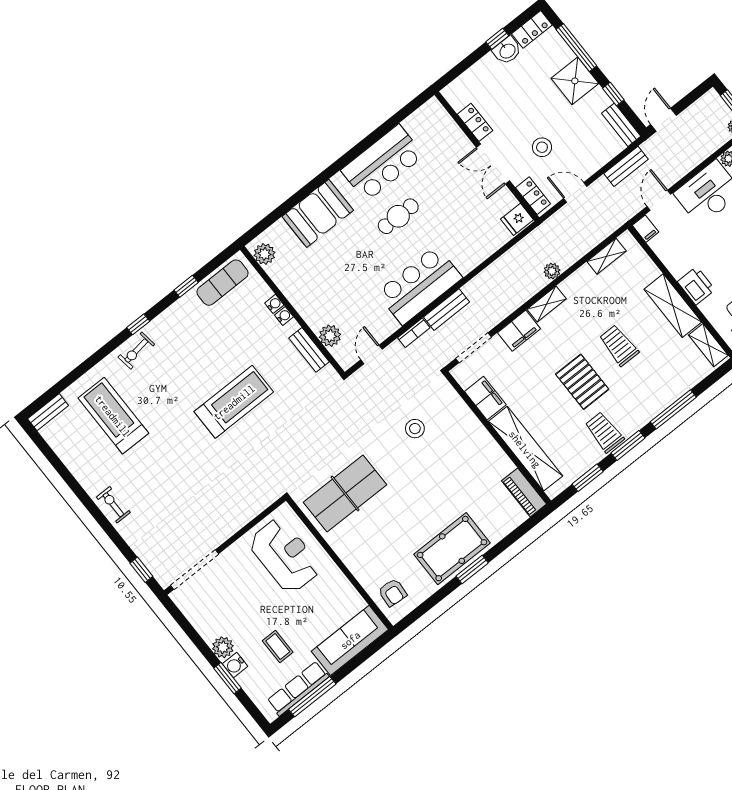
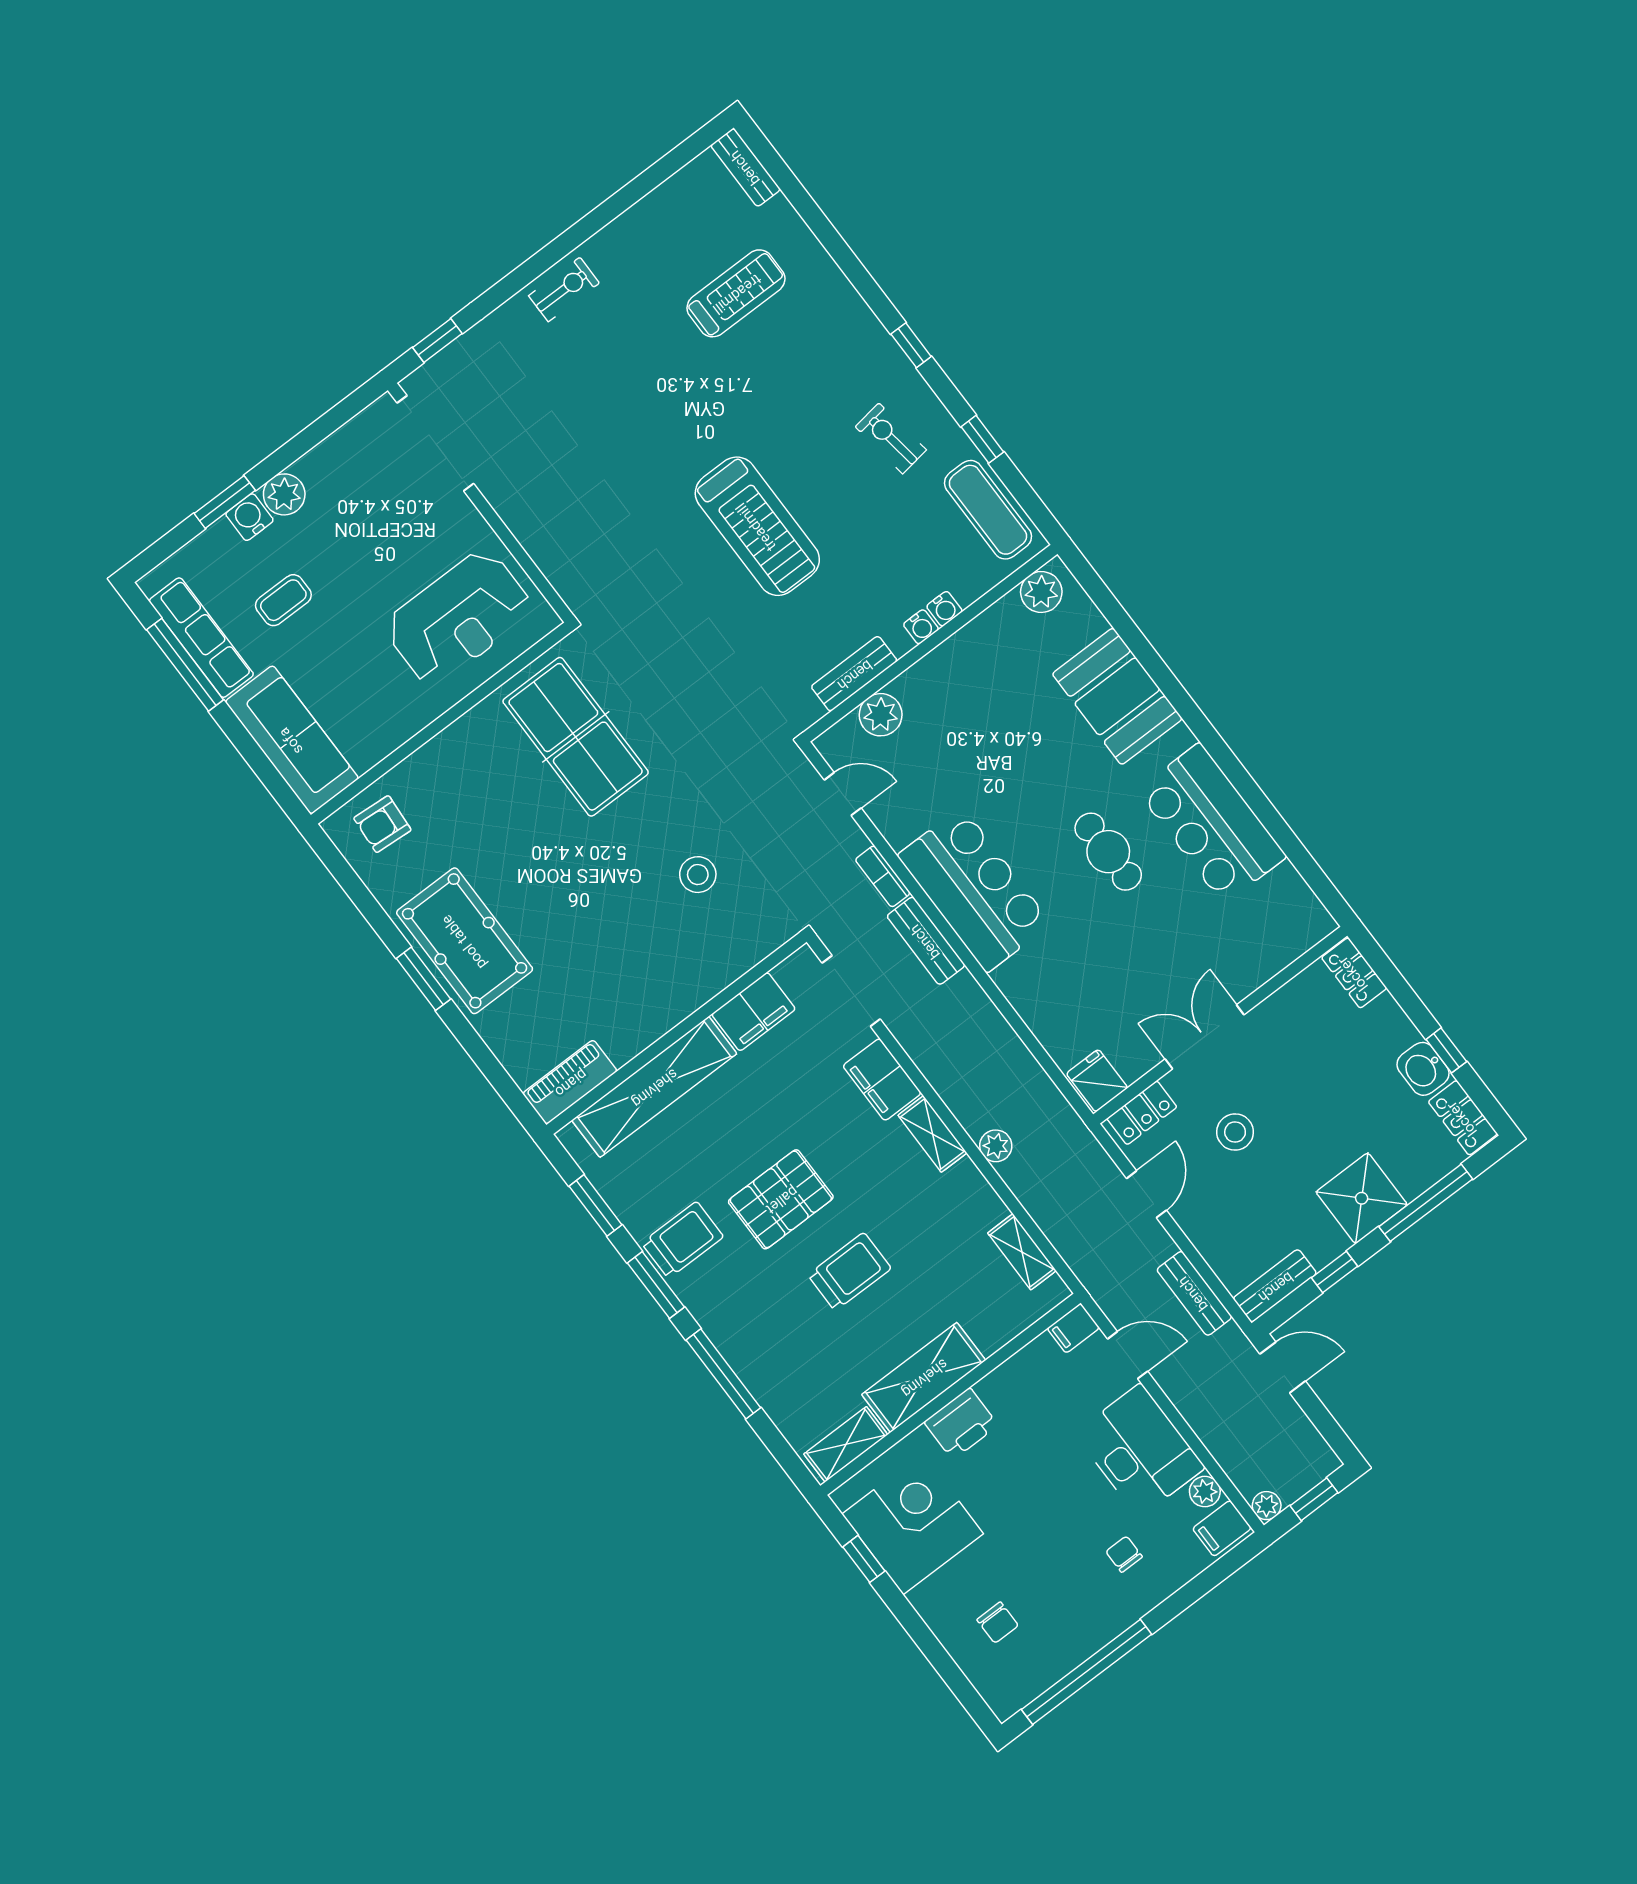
locker: (475, 122) -> (1354, 973), moved, turned 90
exercise bike: (136, 351) -> (891, 438), moved
treadmill: (113, 416) -> (736, 293), width x0.73, depth x0.73

